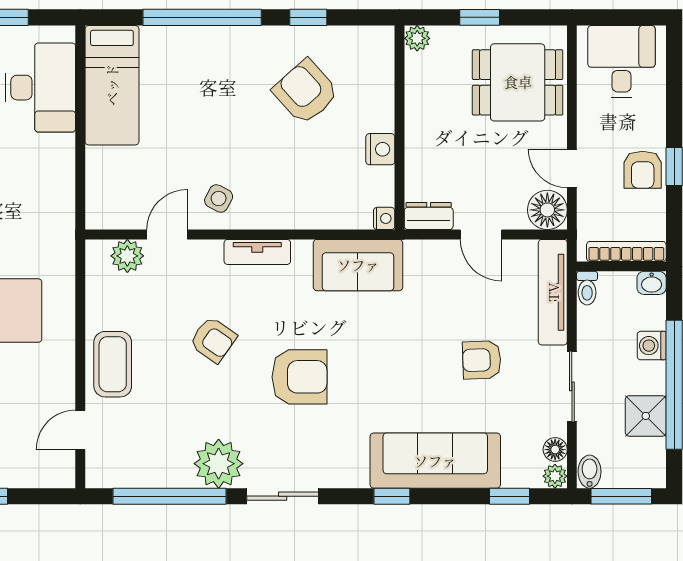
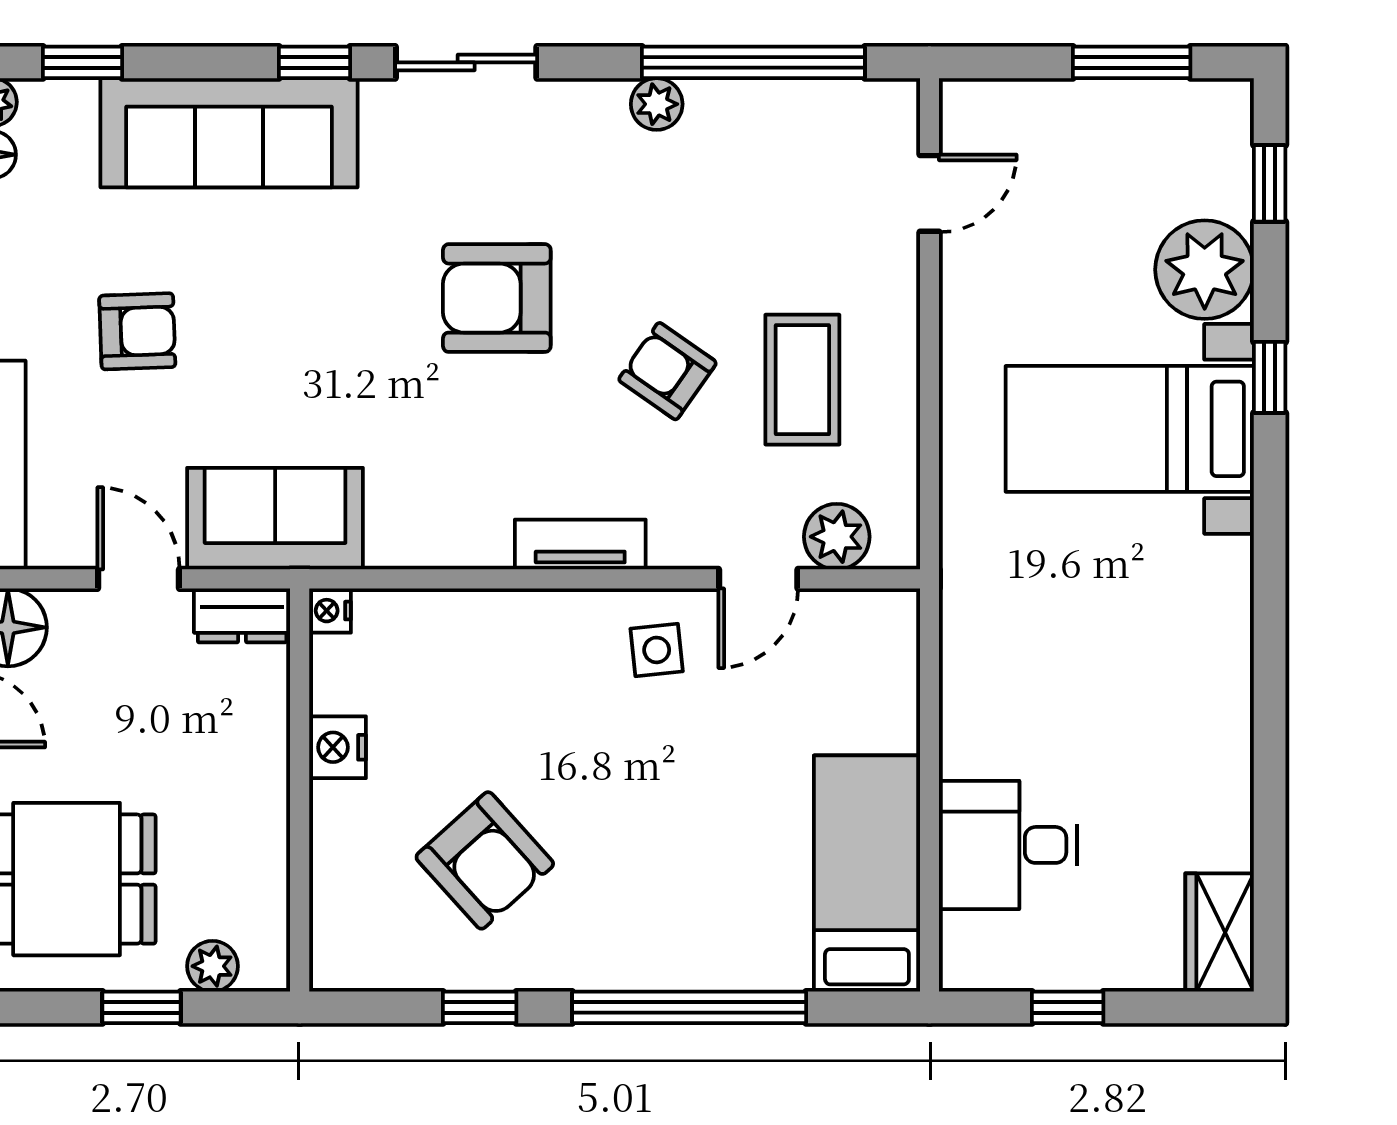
plant: (417, 38) -> (212, 966), moved
desk: (40, 88) -> (1008, 845), width x0.73
side table: (219, 198) -> (657, 650), turned -34
sofa: (358, 265) -> (275, 519), moved
coffee table: (113, 364) -> (802, 380), moved
plant: (219, 464) -> (657, 104), width x0.53, depth x0.53
sliding door: (283, 496) -> (466, 62), moved

